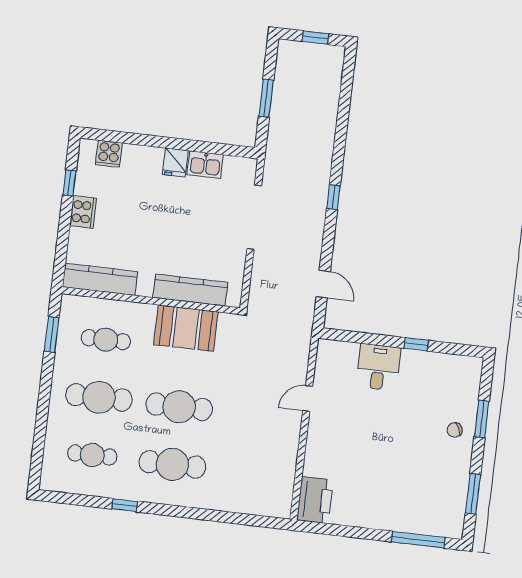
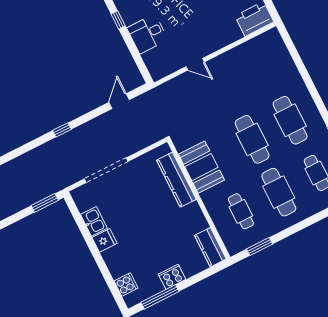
window: (266, 98) -> (45, 203), moved
window: (69, 183) -> (160, 297), width x2.17
kitchen counter: (100, 279) -> (210, 247), width x0.67

